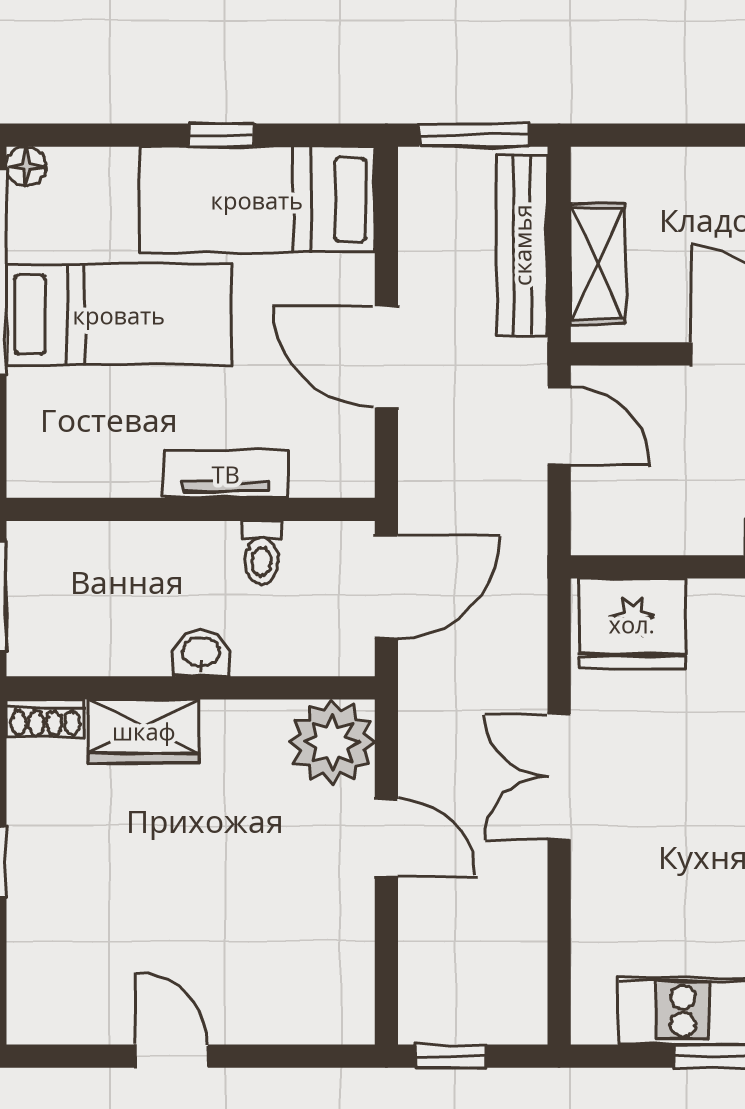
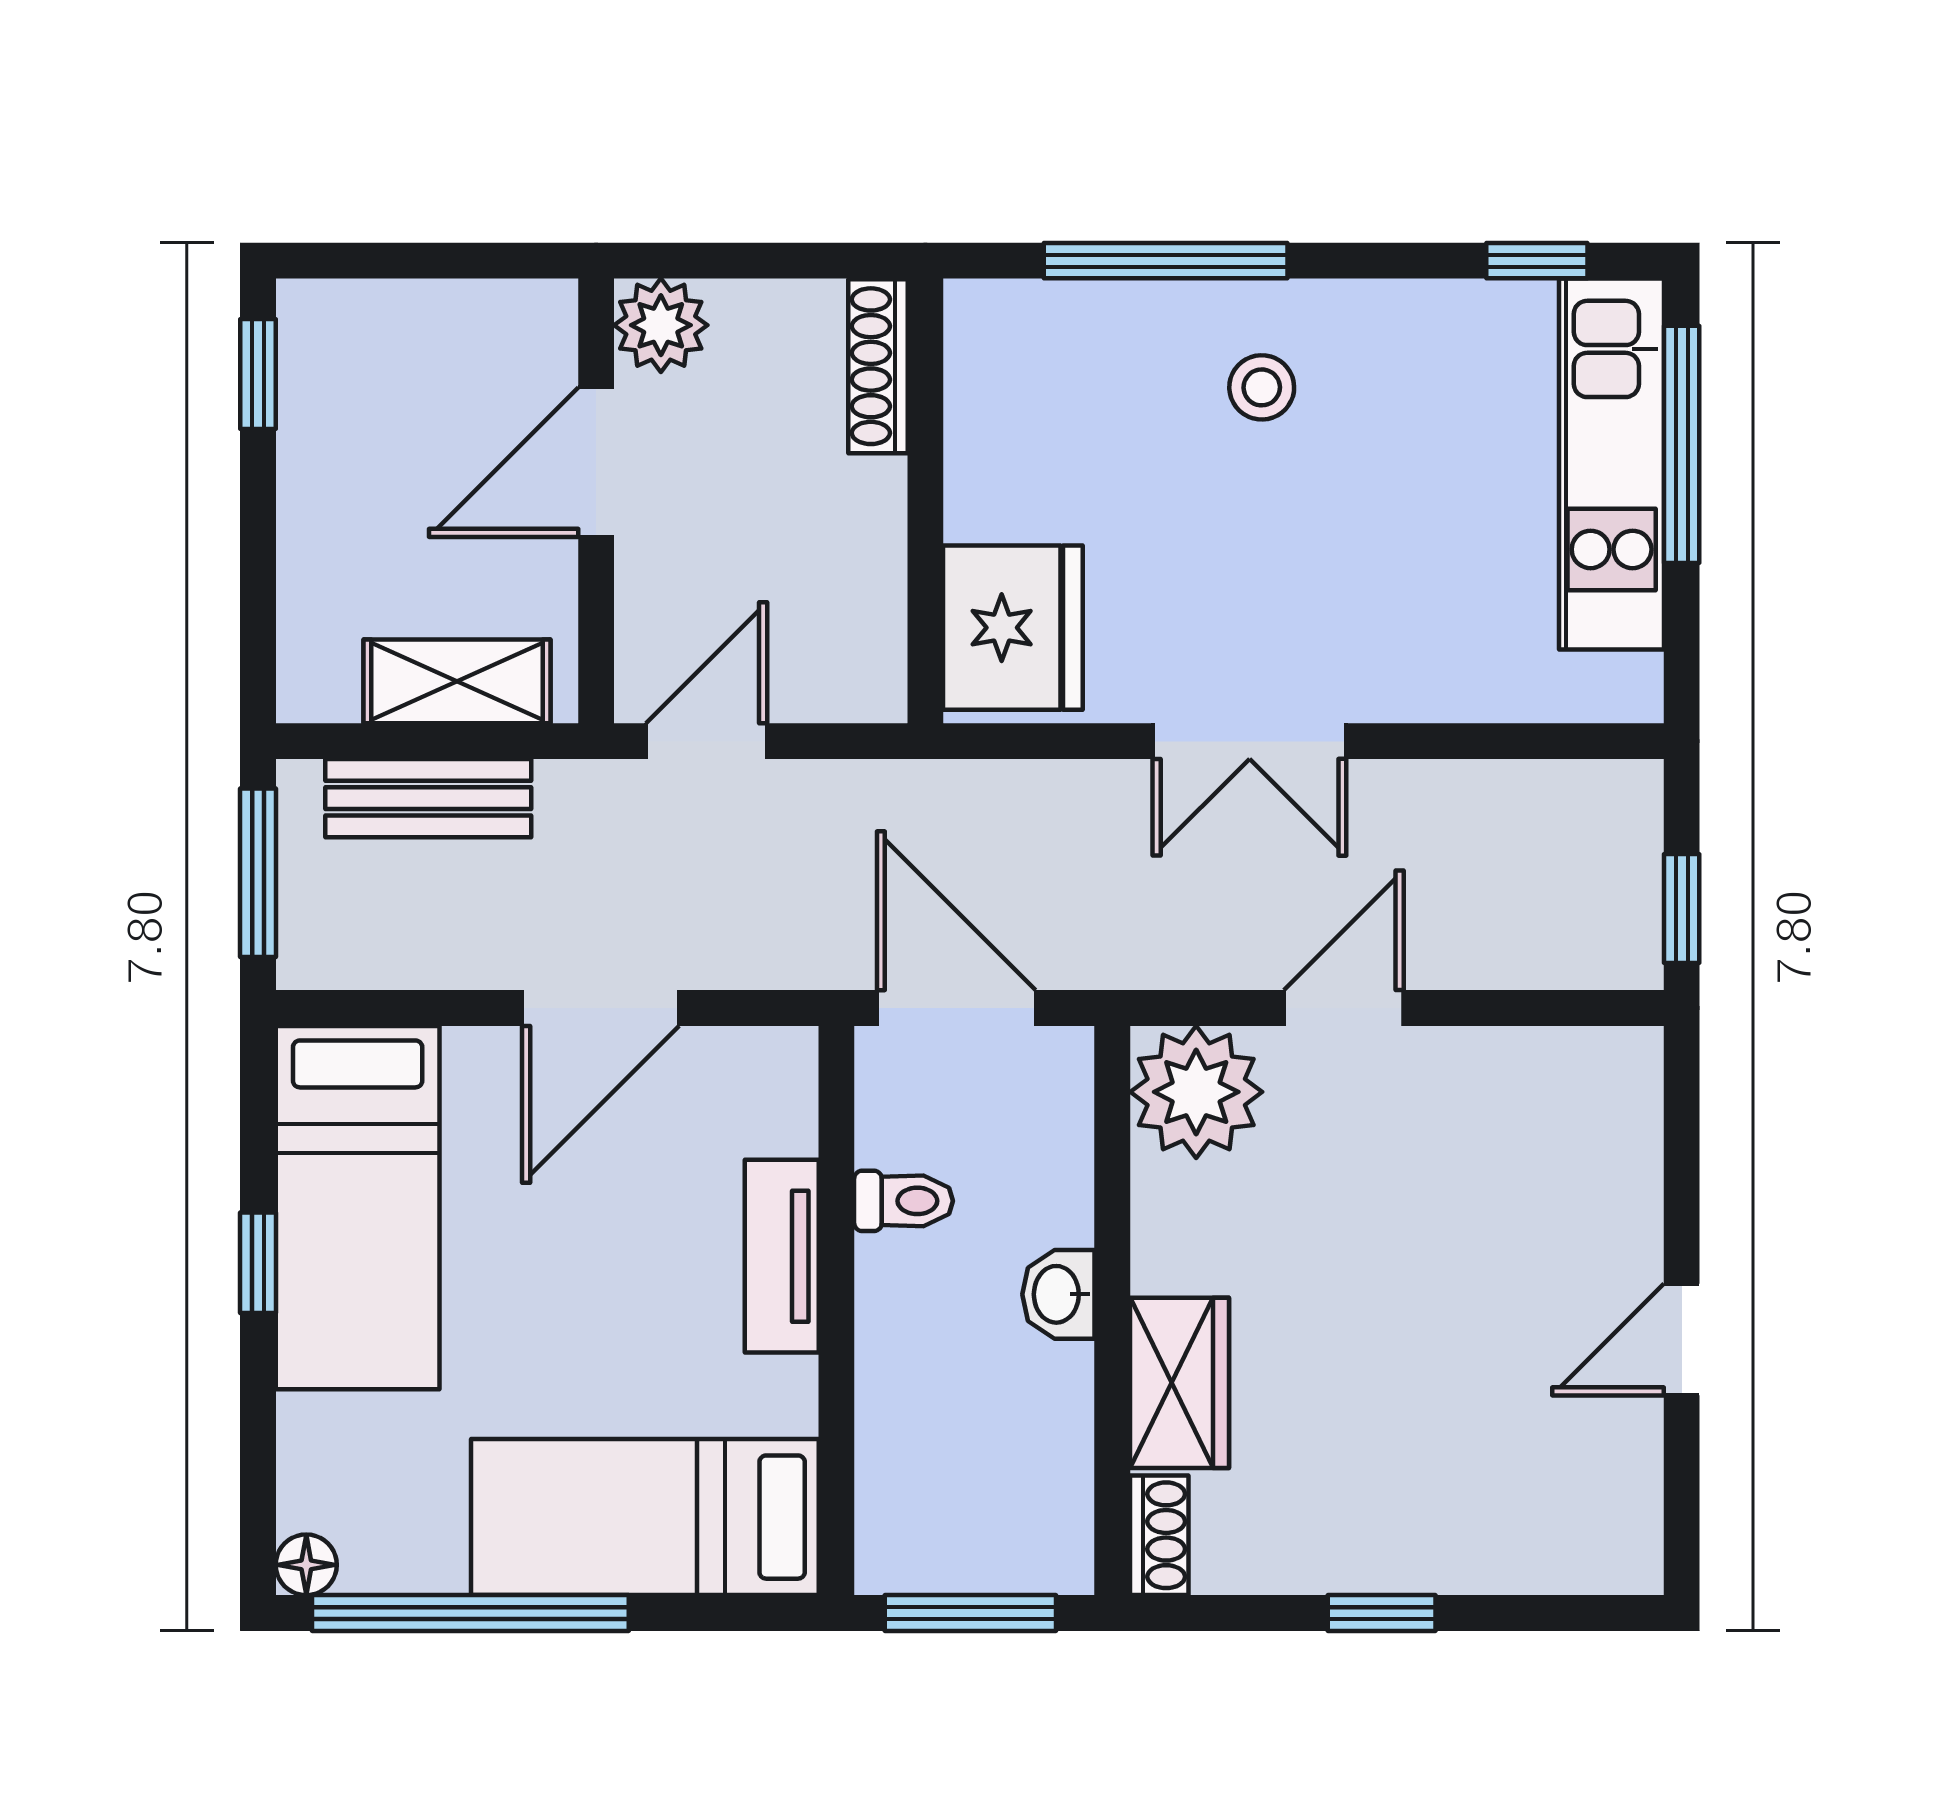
bench: (522, 245) -> (428, 798), width x0.73
bed: (119, 315) -> (645, 1517), moved, turned -90

